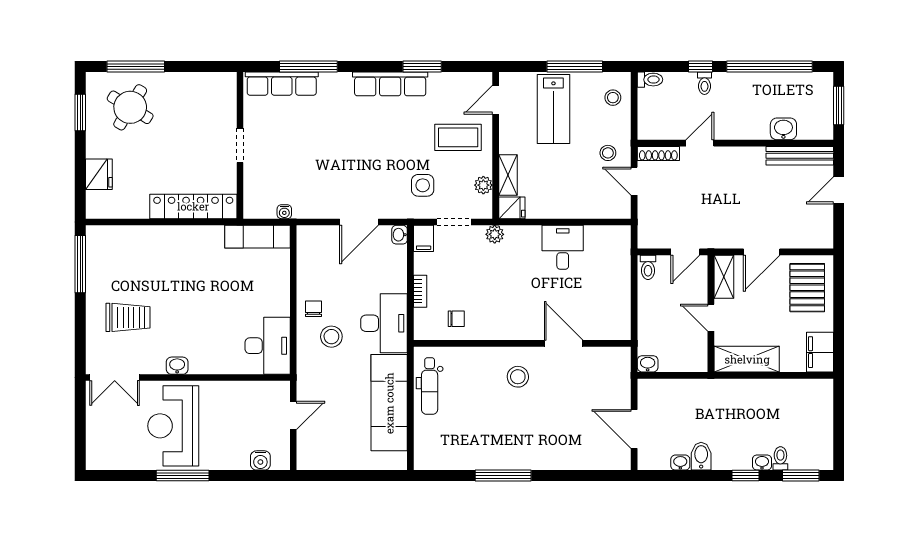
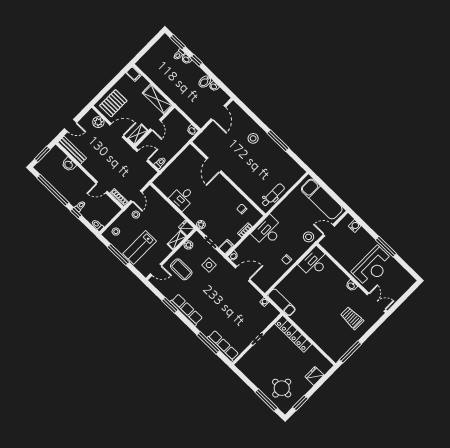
round table: (130, 107) -> (282, 388), turned -31
lab bench: (553, 109) -> (140, 247), turned 180
plant: (802, 237) -> (98, 122), added
stool: (331, 337) -> (309, 237), moved
filing cabinet: (820, 352) -> (134, 74), width x0.50
stool: (518, 377) -> (253, 138), moved
exam couch: (389, 403) -> (322, 199), moved, turned 90

